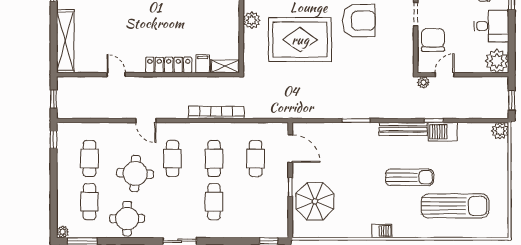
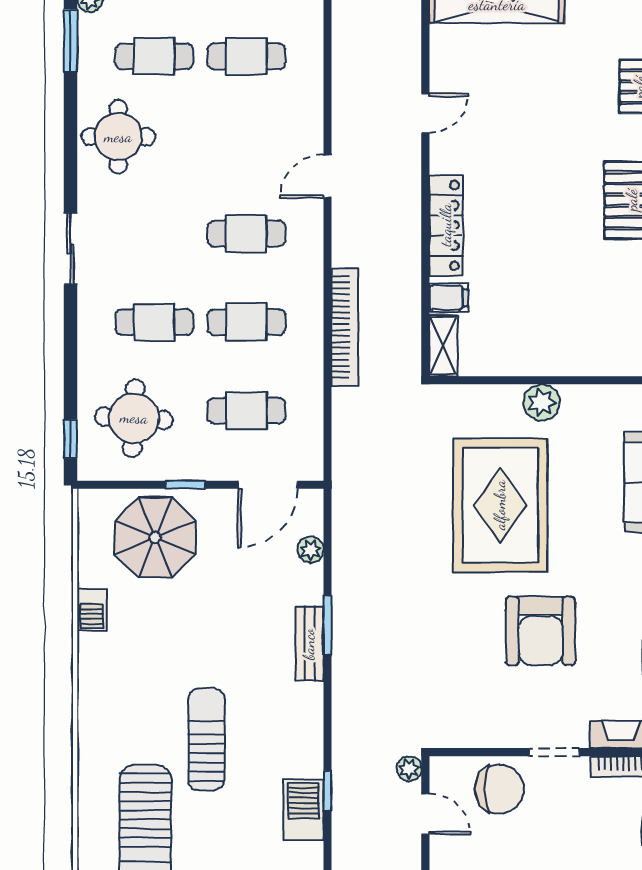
plant: (321, 128) -> (311, 550), added
bench: (403, 129) -> (309, 644), moved, width x0.73
round table: (135, 173) -> (134, 418), moved
sun lounger: (410, 177) -> (206, 739), turned 180
barbecue: (382, 231) -> (92, 610), moved

